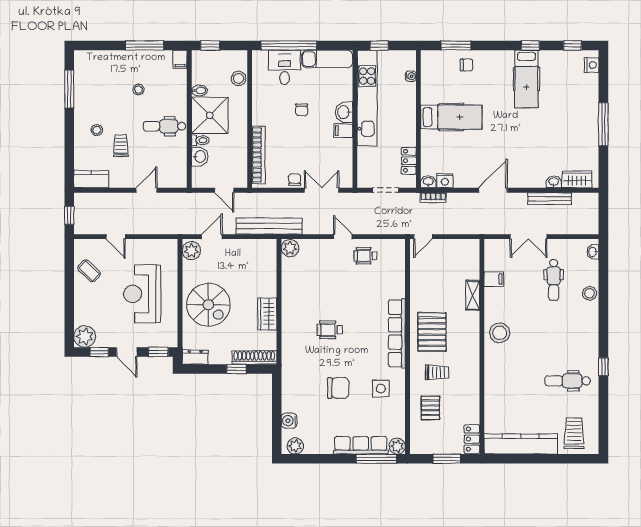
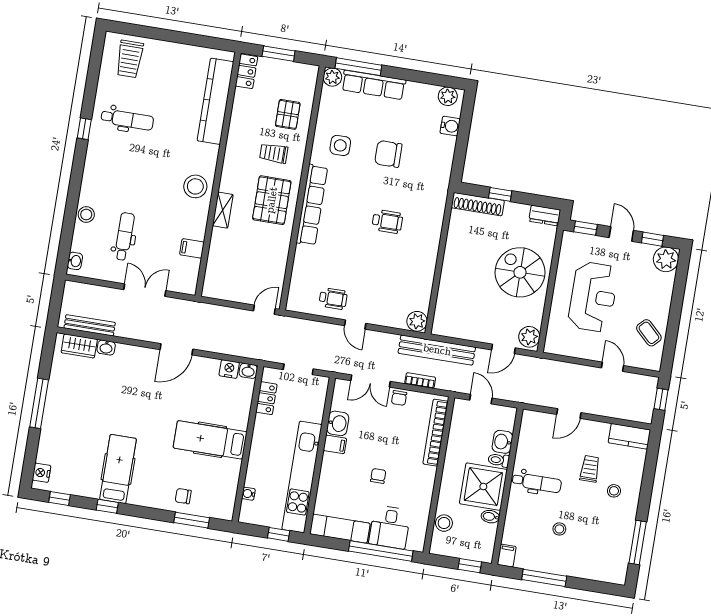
washbasin: (344, 112) -> (338, 423), moved
trolley: (121, 146) -> (590, 469), turned 180
bookcase: (433, 198) -> (420, 381), moved
bench: (550, 199) -> (90, 325), moved
shelving: (473, 295) -> (223, 210), moved
wardrobe: (267, 314) -> (455, 251), removed
kitchen counter: (521, 444) -> (215, 101), moved, turned 90

